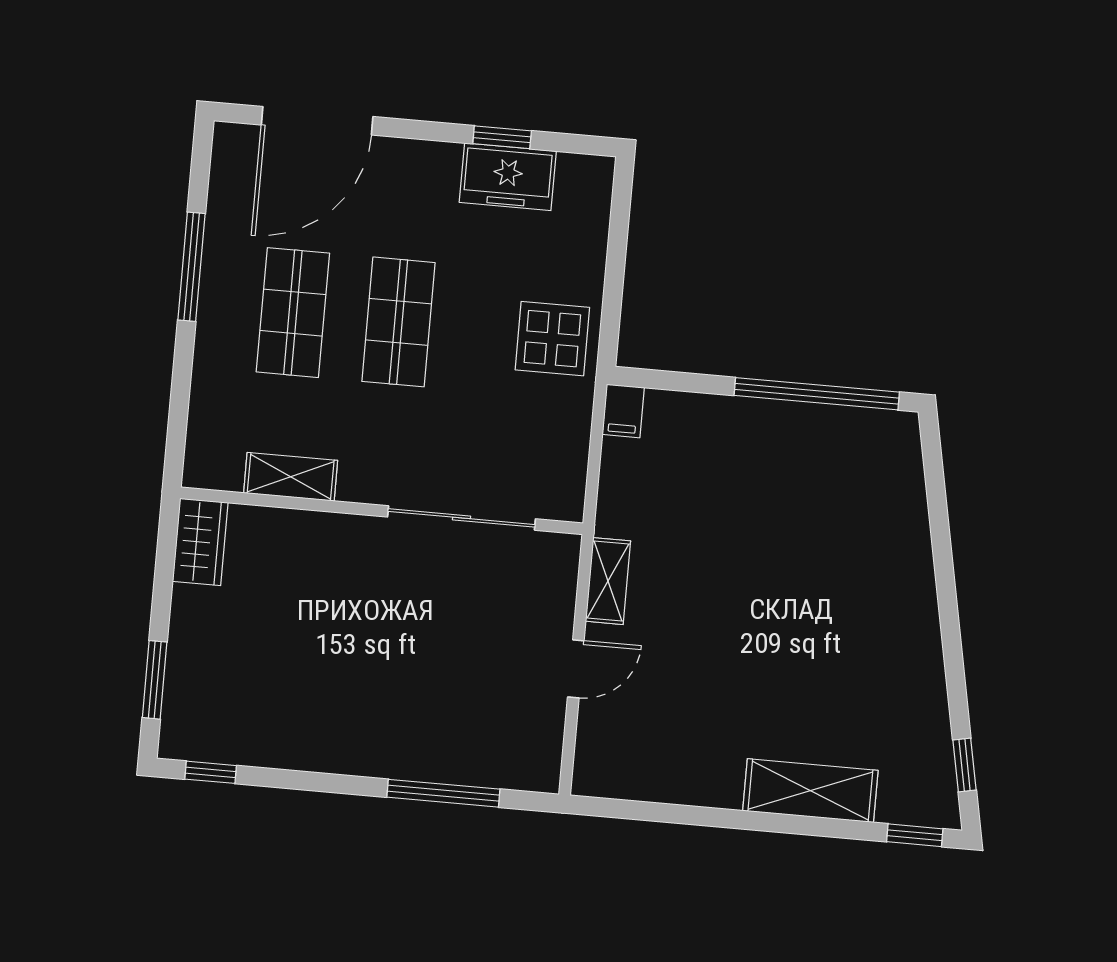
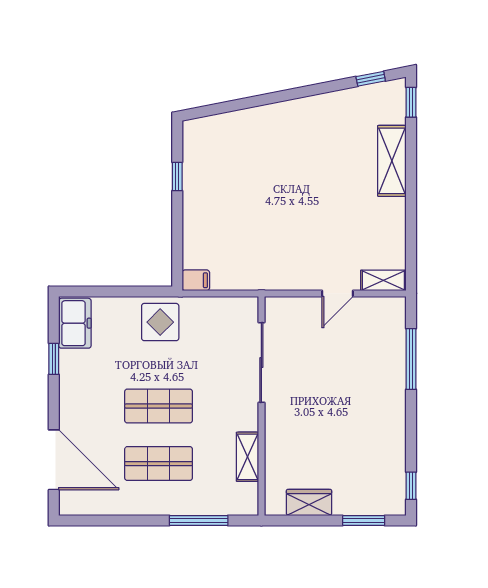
freezer: (508, 177) -> (75, 323), moved
window: (192, 267) -> (199, 521), moved
window: (817, 394) -> (177, 177), width x0.32
wardrobe: (200, 542) -> (309, 503), moved
shelving: (608, 581) -> (383, 280), moved
door: (576, 669) -> (337, 293), swing flipped

